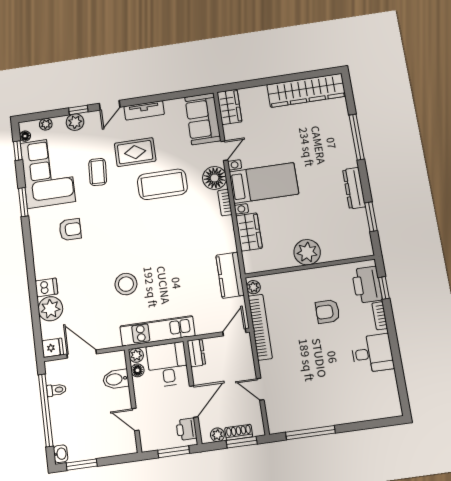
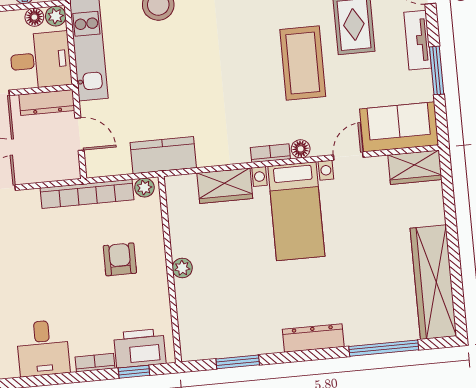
window: (164, 97) -> (437, 70), added
window: (357, 137) -> (384, 348), moved
door: (224, 151) -> (348, 156), swing flipped
floor lamp: (215, 178) -> (301, 149), width x0.53, depth x0.53
dresser: (354, 188) -> (313, 338), moved
plant: (307, 252) -> (182, 268), width x0.53, depth x0.53
armchair: (328, 312) -> (120, 259), moved
door: (234, 332) -> (79, 134), moved
dresser: (196, 353) -> (47, 103), width x1.44

